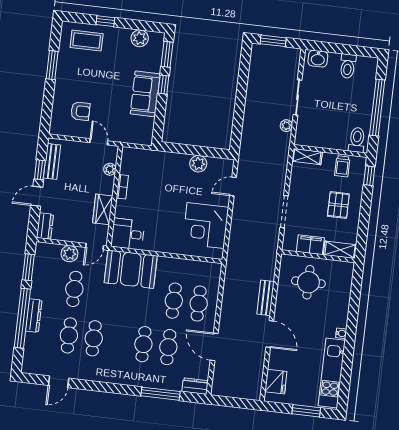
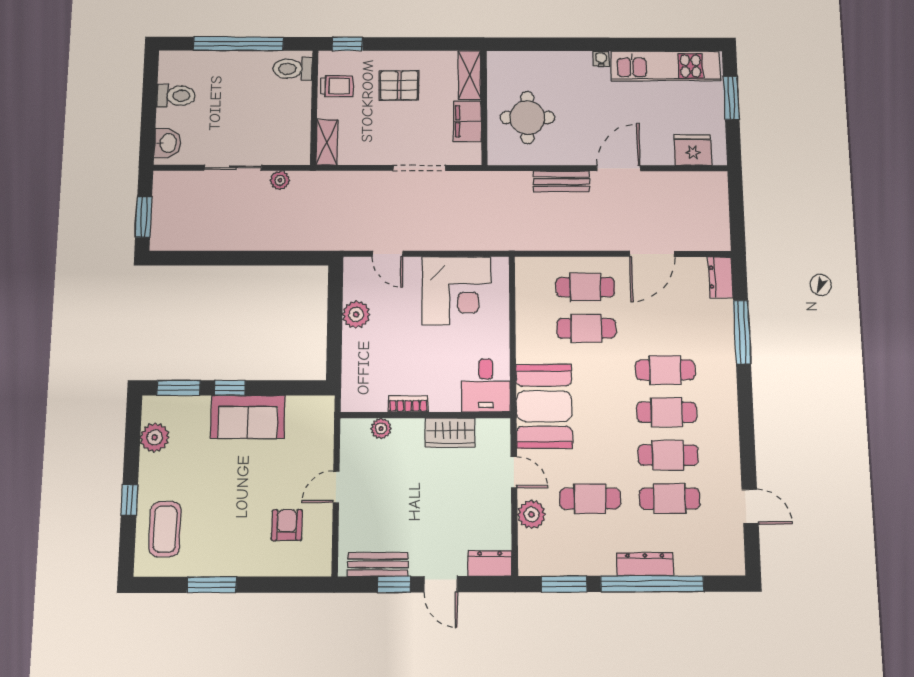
plant: (110, 169) -> (381, 429), moved
bookcase: (122, 187) -> (408, 404), moved
wall: (115, 196) -> (425, 415), moved
wardrobe: (103, 209) -> (450, 433), moved
desk: (128, 234) -> (486, 385), moved
cafe table: (168, 347) -> (667, 412), moved

